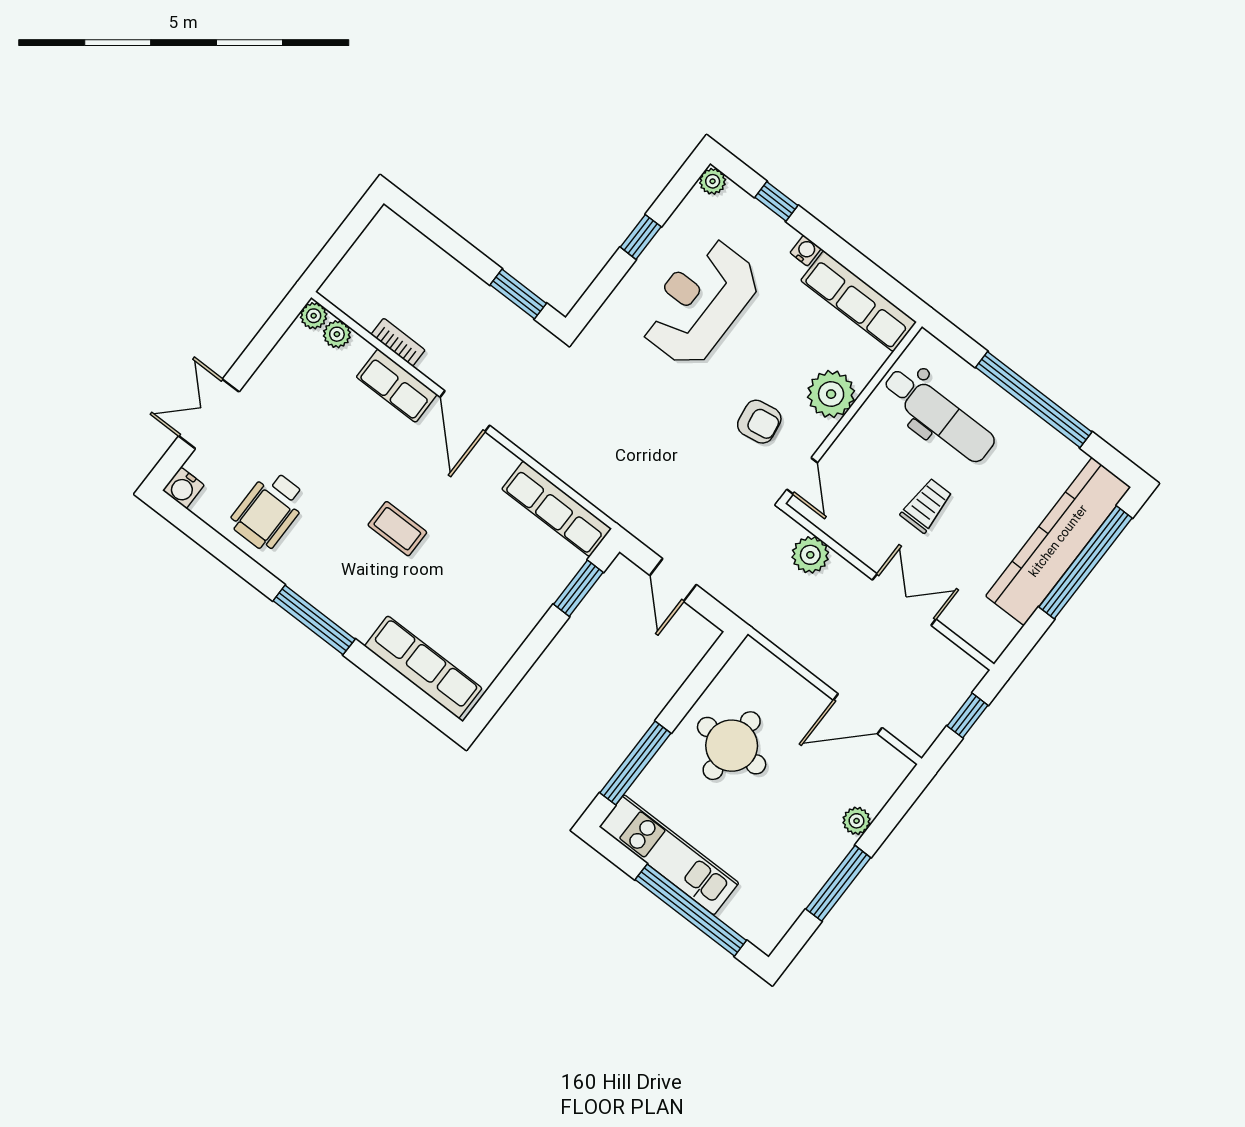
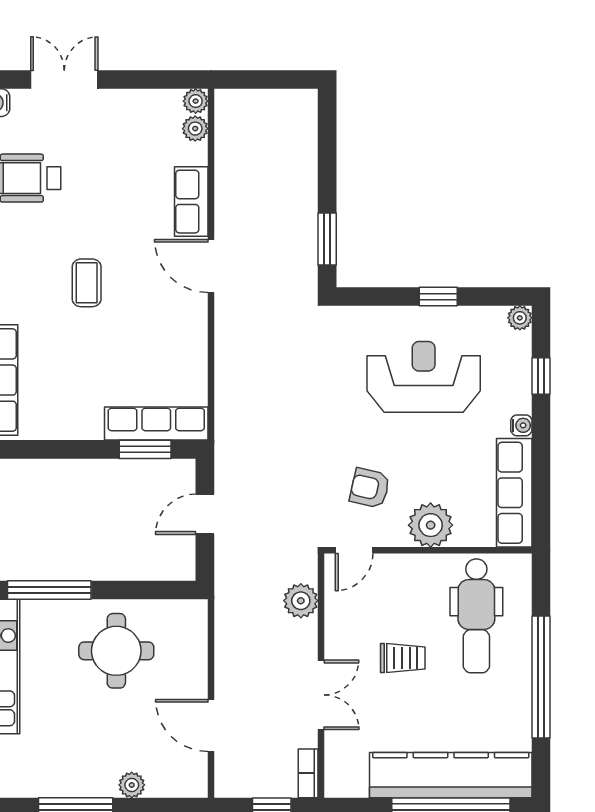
bookcase: (398, 342) -> (308, 773), moved, turned 180
door: (465, 411) -> (211, 266), hinge flipped
armchair: (759, 422) -> (370, 488), turned 112
row of seats: (557, 509) -> (156, 423), moved, turned 90

